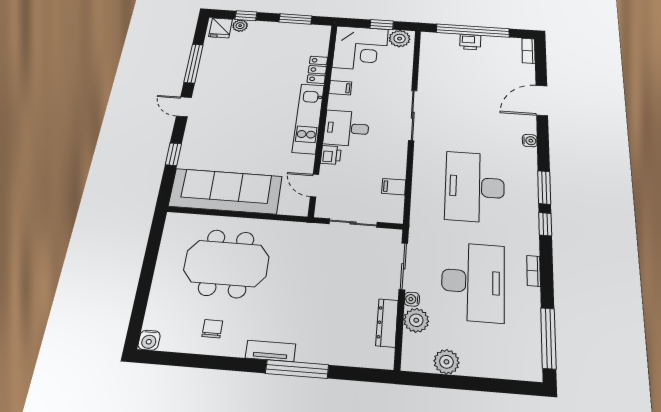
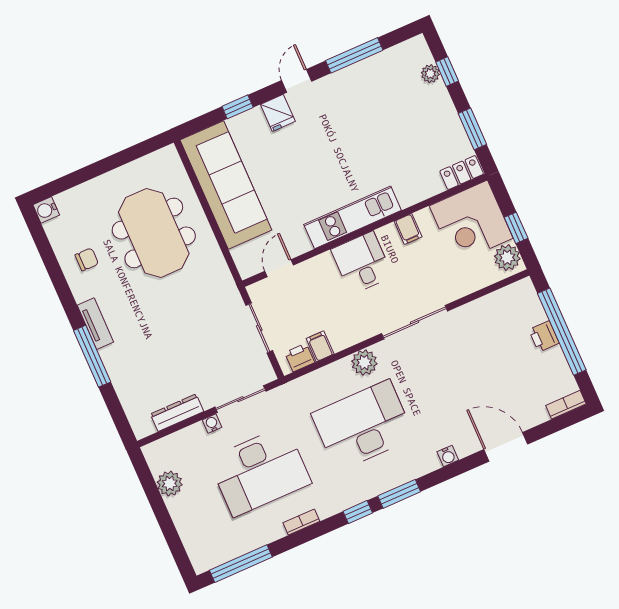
fridge: (221, 28) -> (278, 113), moved, turned -90
locker: (317, 70) -> (462, 173), moved
printer: (331, 155) -> (300, 358), moved, turned 180
plant: (416, 320) -> (364, 362), moved

